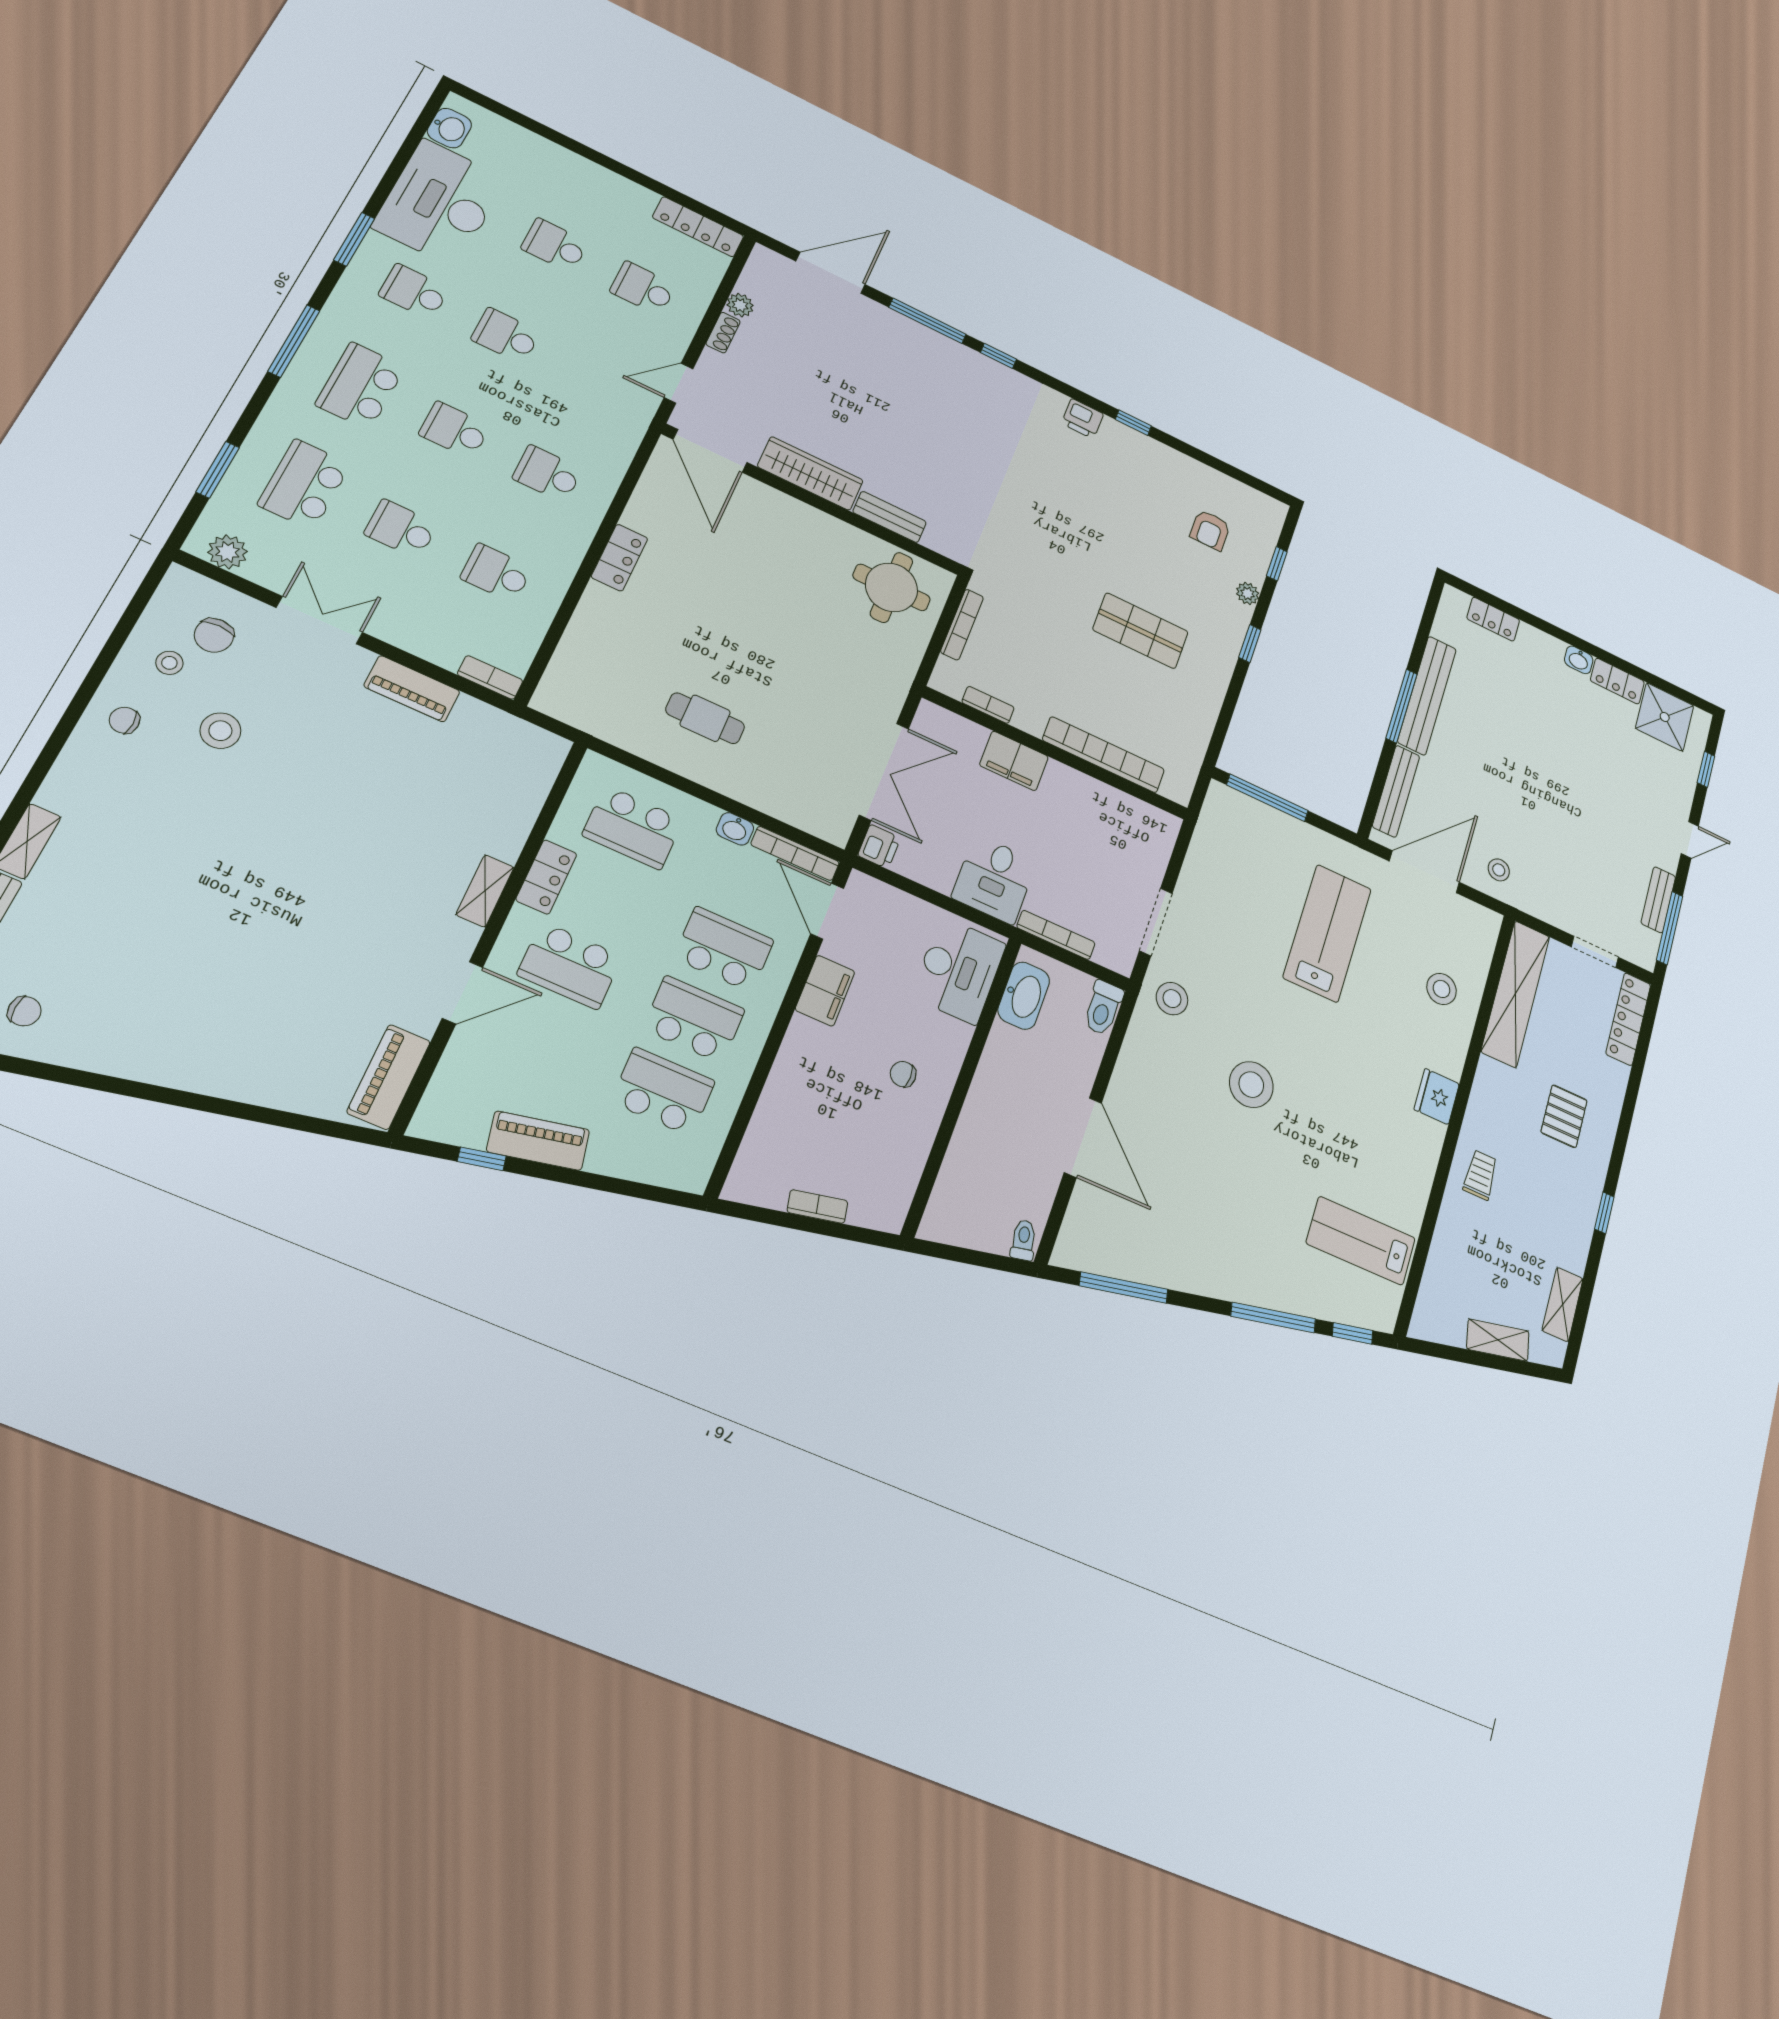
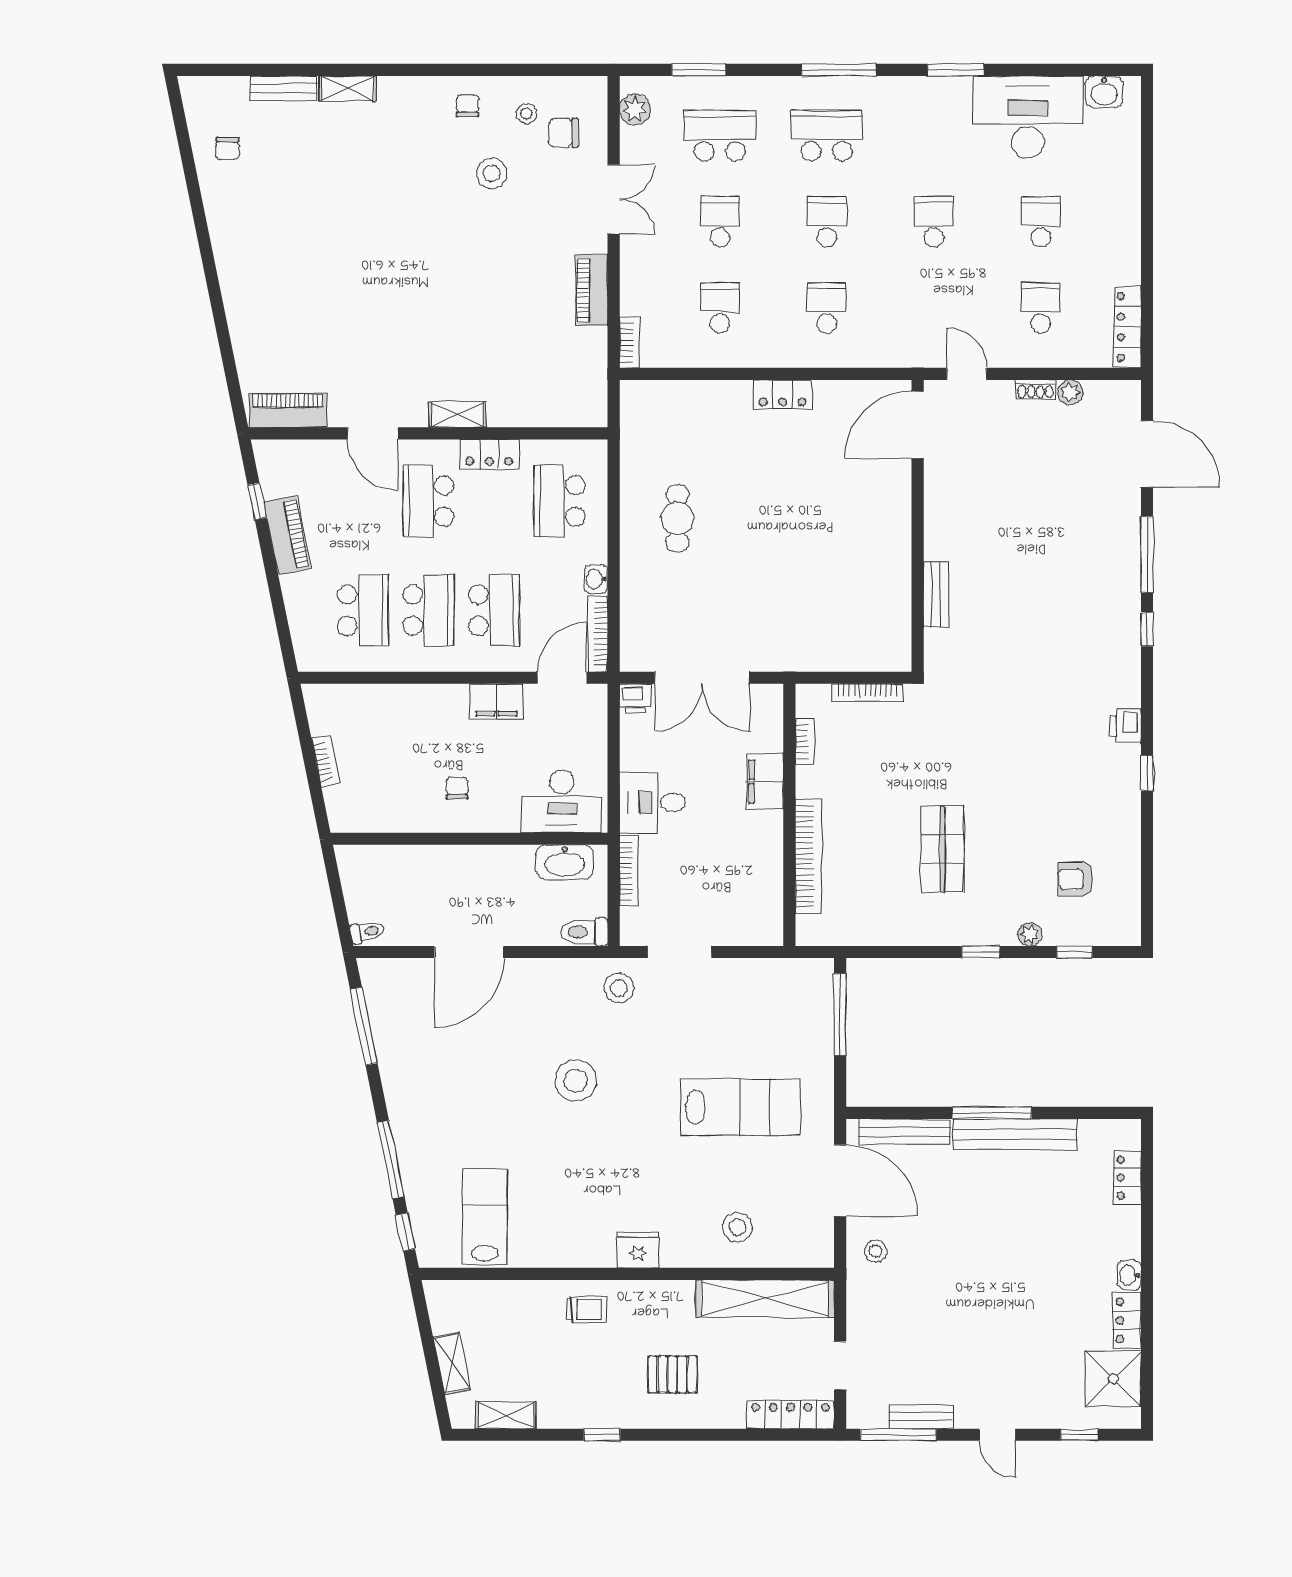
school desk: (414, 292) -> (934, 136), removed
wardrobe: (810, 473) -> (941, 514), removed
round table: (892, 587) -> (871, 621), removed

